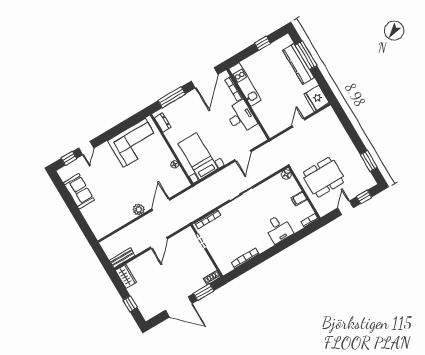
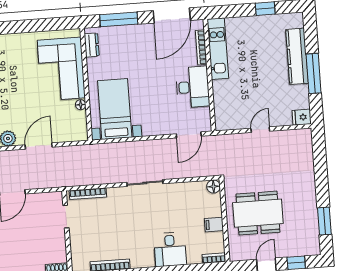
window: (306, 55) -> (314, 73), moved
fridge: (316, 98) -> (302, 117), width x0.53, depth x0.75
corner sofa: (134, 143) -> (61, 69), moved, turned 90
door: (243, 156) -> (189, 135), moved

